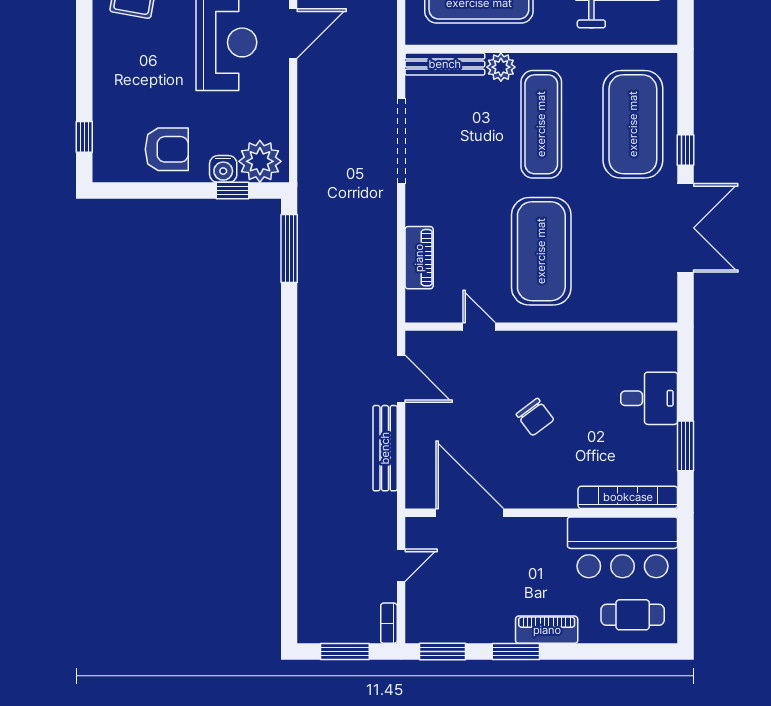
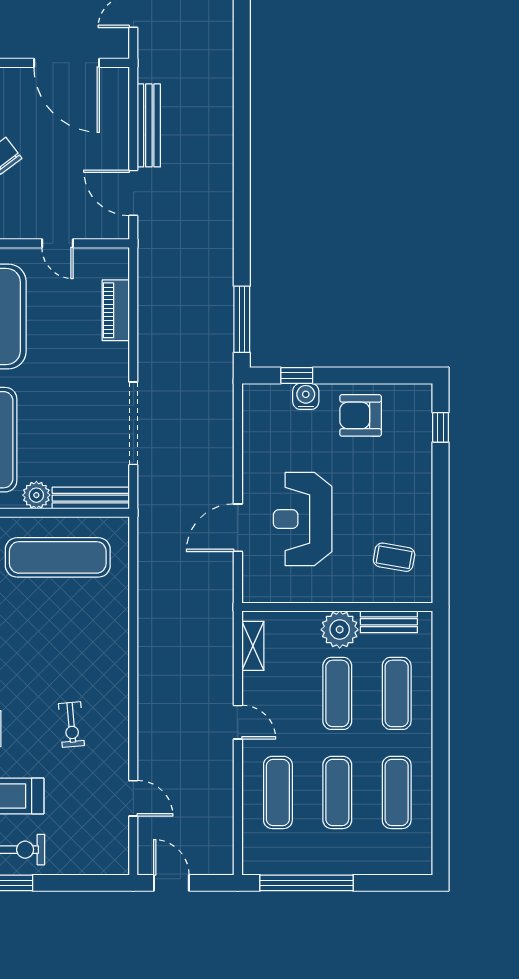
plant: (260, 161) -> (270, 404), removed

